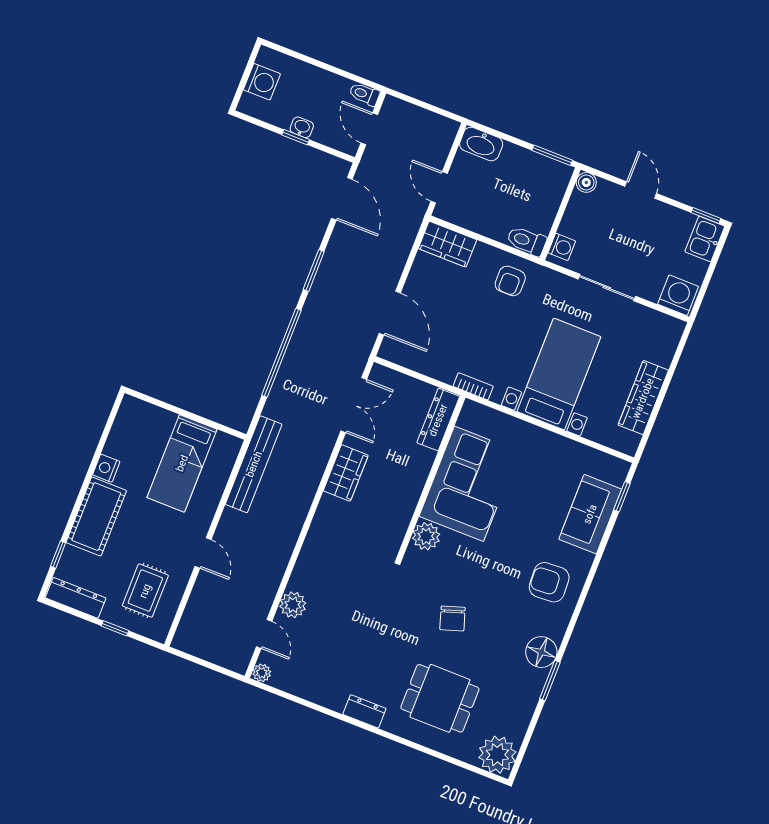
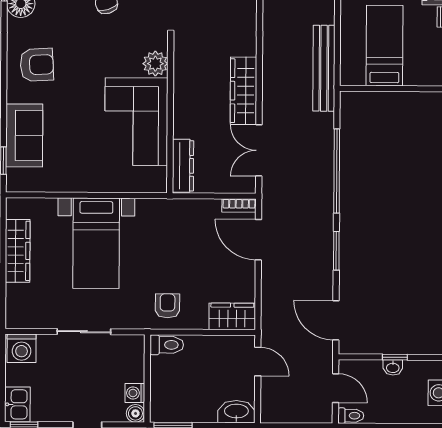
washing machine: (562, 247) -> (135, 393), moved
bookcase: (473, 386) -> (239, 205), moved
wardrobe: (346, 473) -> (244, 91), width x1.50

